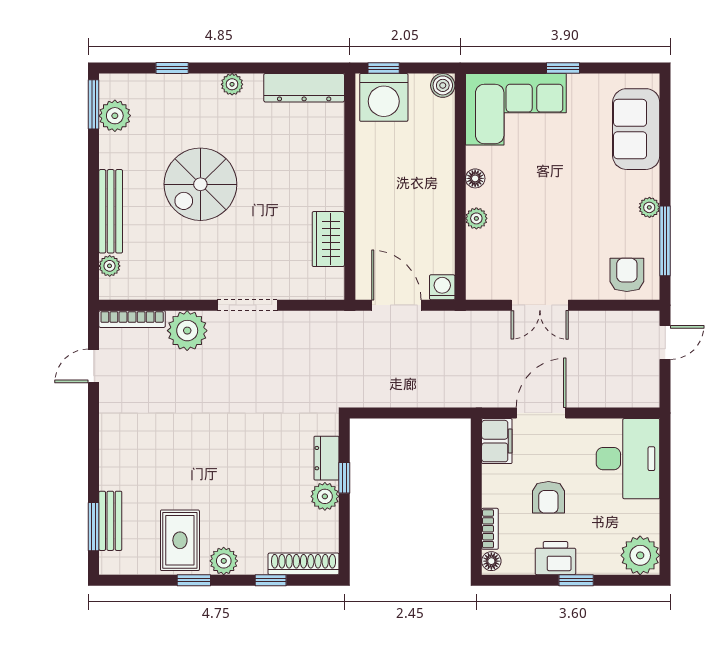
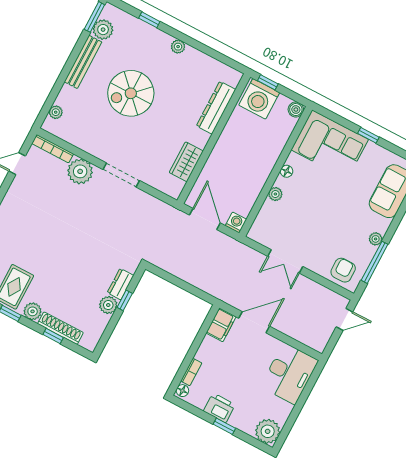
dresser: (304, 88) -> (216, 108), moved, turned 90
bench: (111, 211) -> (83, 62), moved
armchair: (548, 497) -> (233, 372), removed
shoe rack: (304, 564) -> (60, 328), moved

